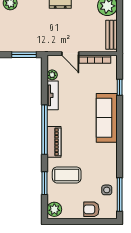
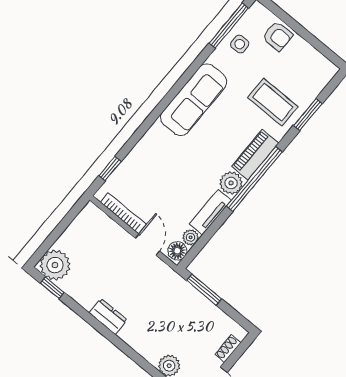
bench: (112, 35) -> (79, 226), removed
floor lamp: (53, 63) -> (177, 251), added
window: (120, 87) -> (110, 169), moved
sofa: (107, 118) -> (194, 100), moved
plant: (54, 209) -> (231, 183), moved

